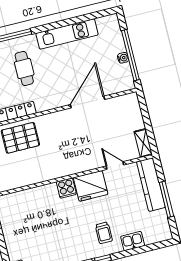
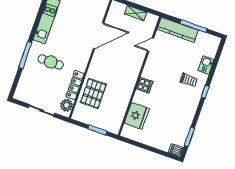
door: (88, 102) -> (99, 36), swing flipped
shelving: (143, 143) -> (136, 13), moved
fridge: (91, 186) -> (137, 116), moved

